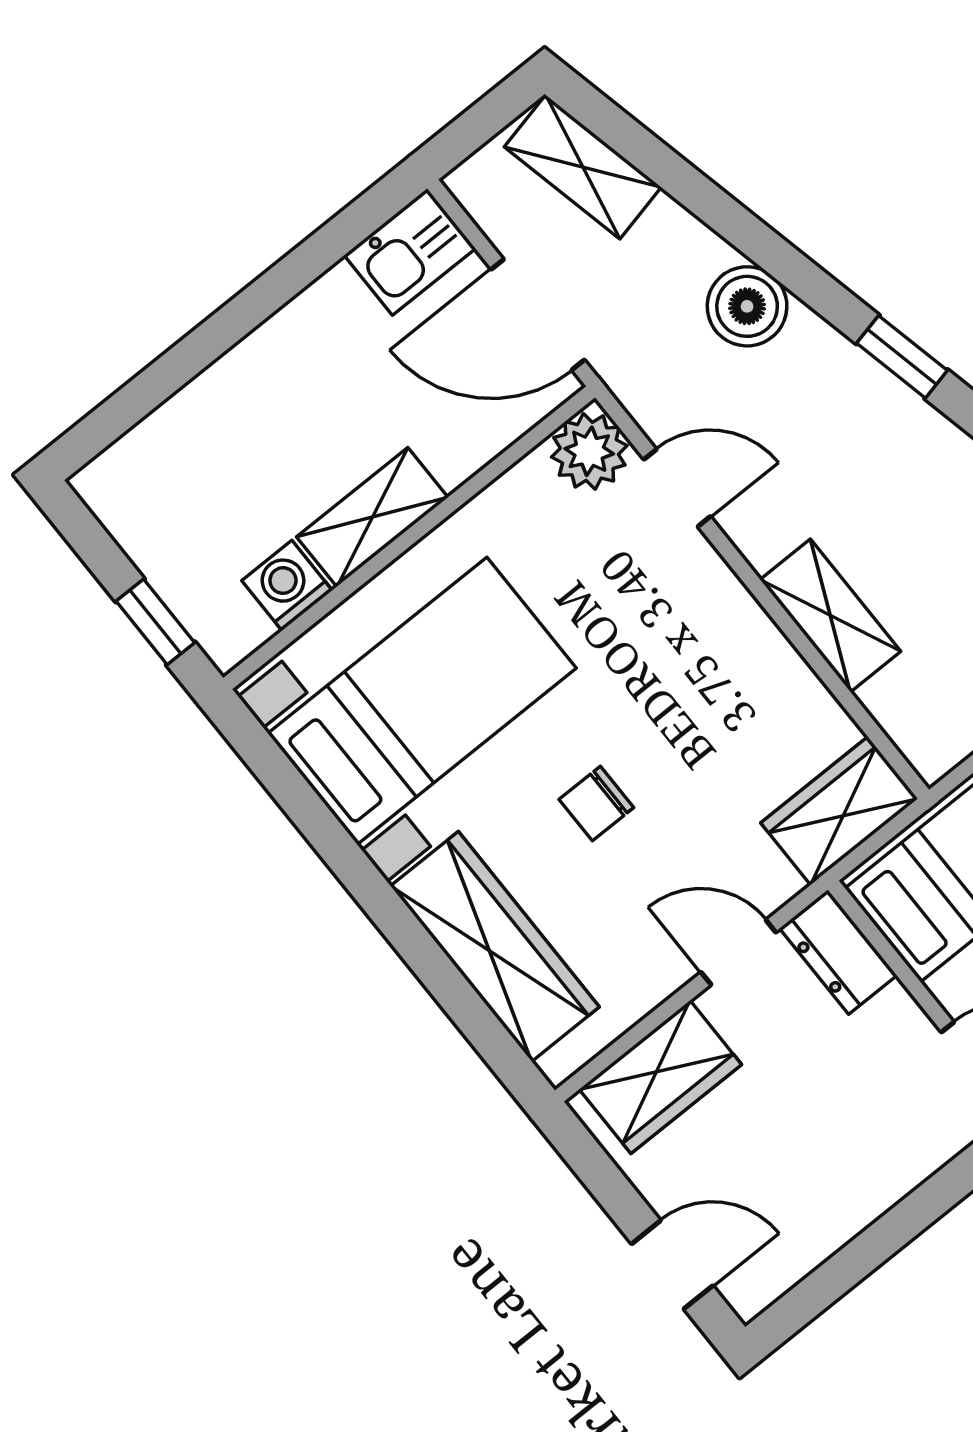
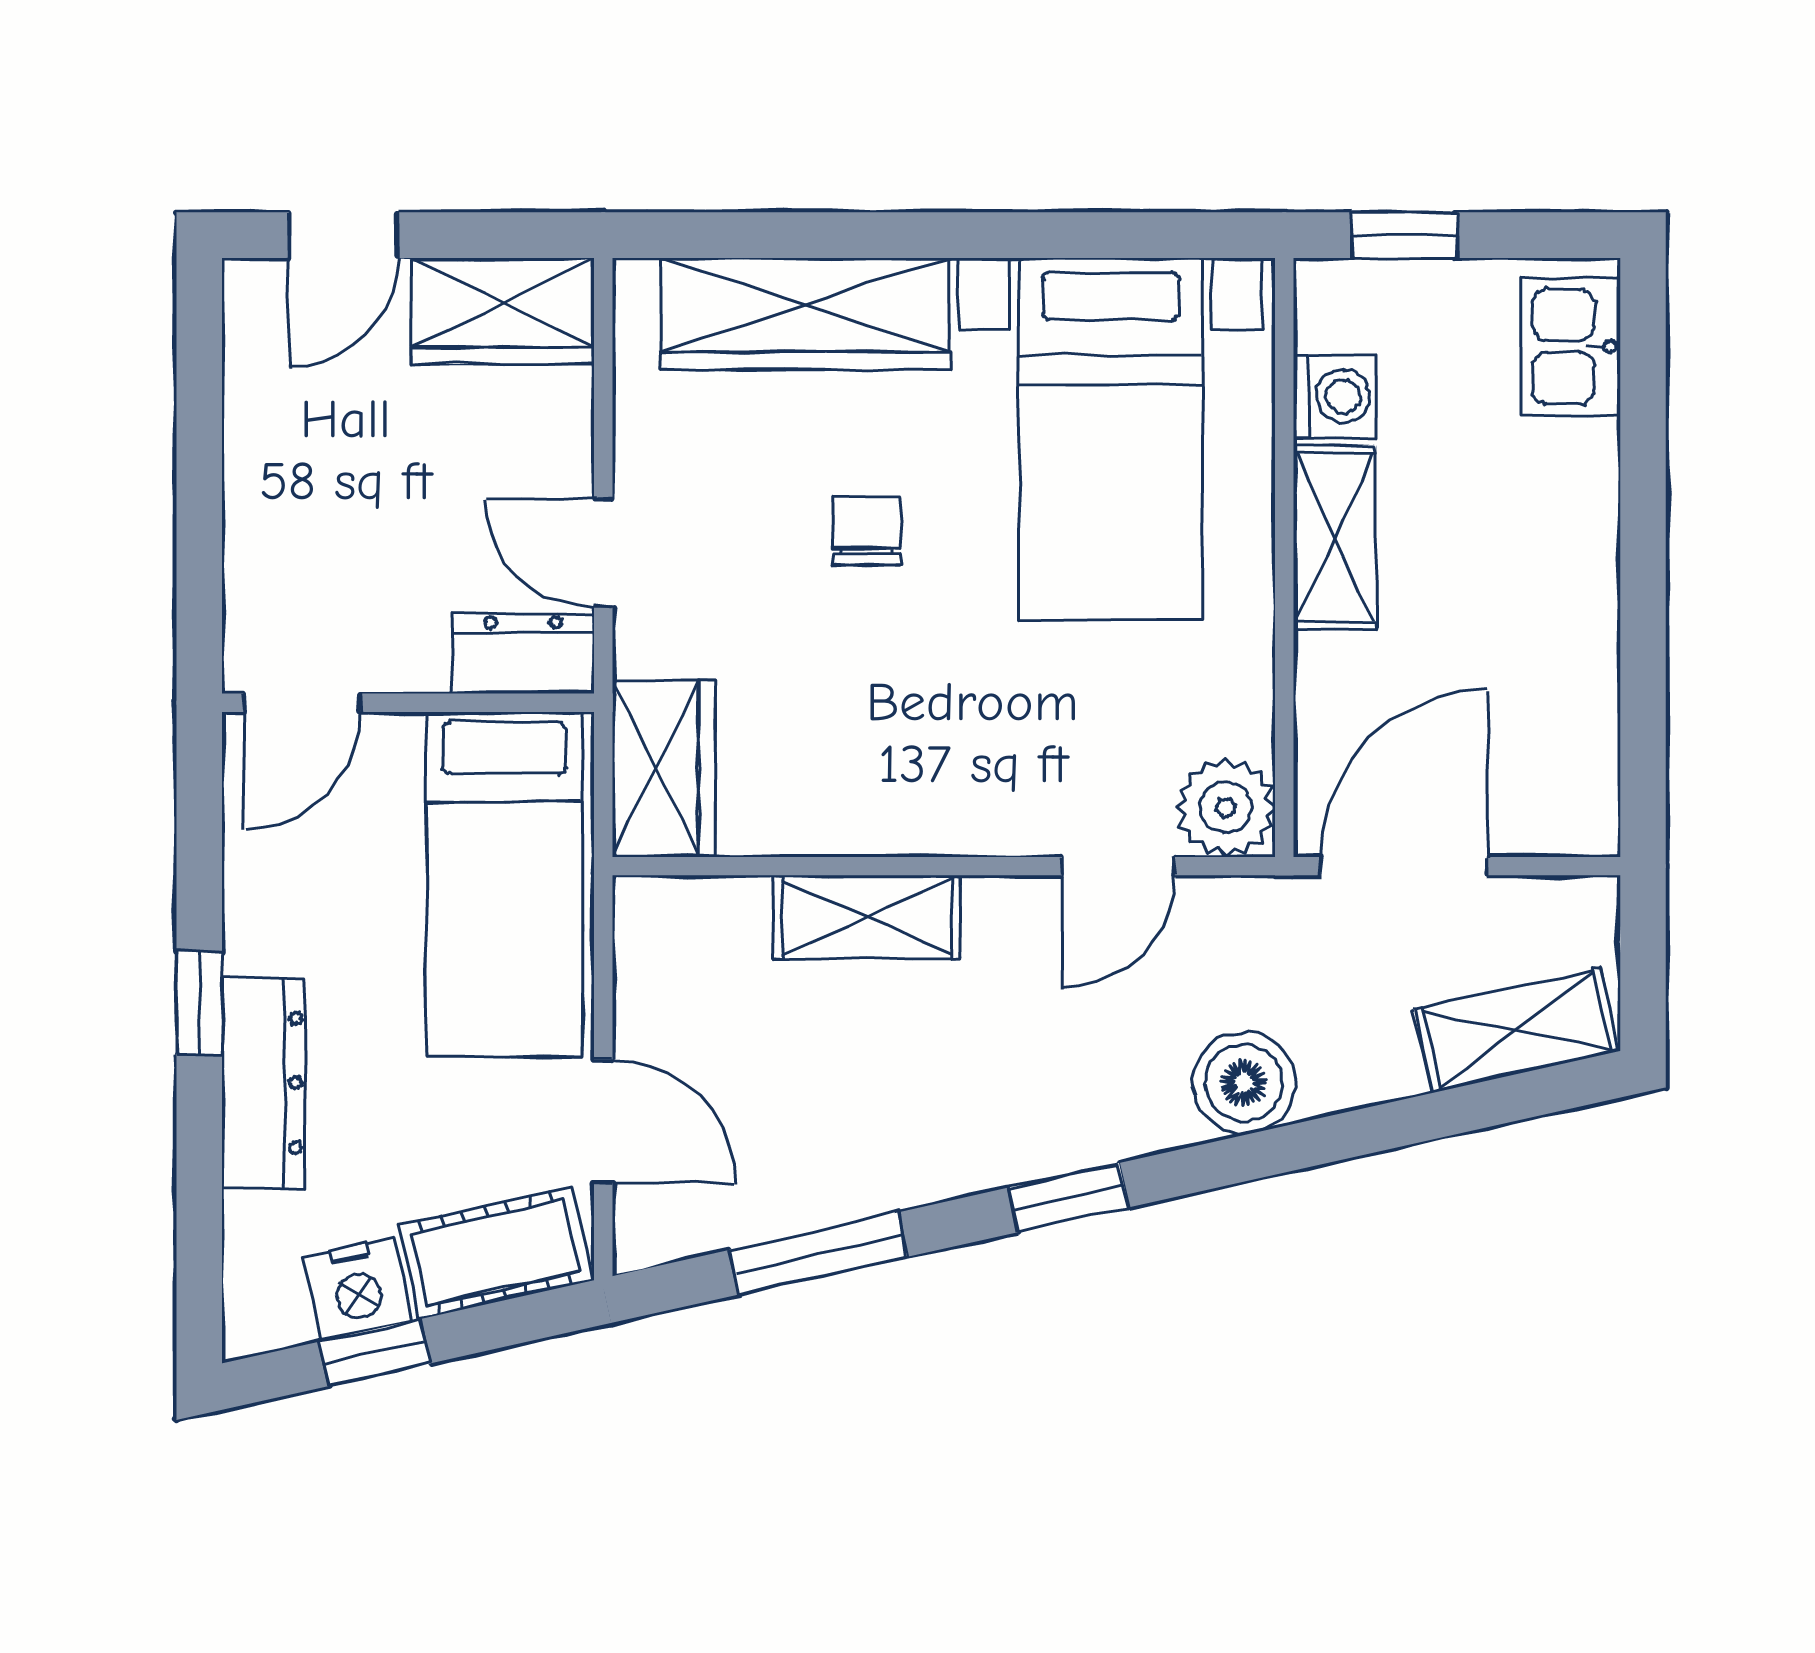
kitchen sink: (410, 252) -> (1570, 347), moved
door: (738, 952) -> (603, 553), swing flipped
wardrobe: (660, 1077) -> (503, 311), moved, turned -90

